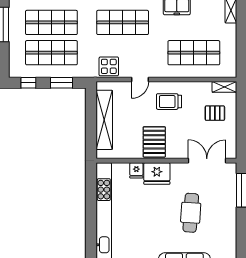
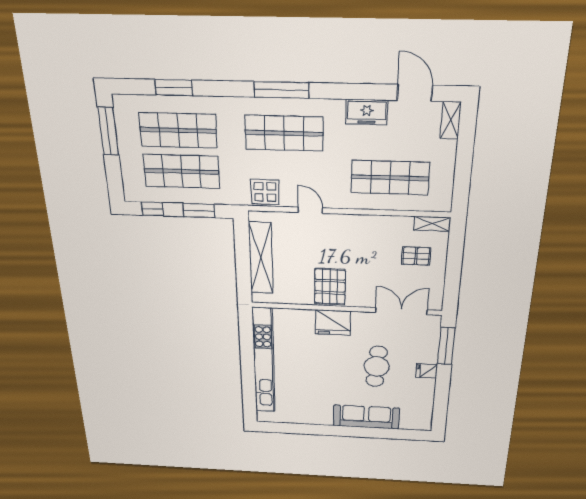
door: (140, 79) -> (310, 210), swing flipped
trolley: (169, 102) -> (351, 239), removed
fridge: (136, 170) -> (427, 371), moved, turned 90

